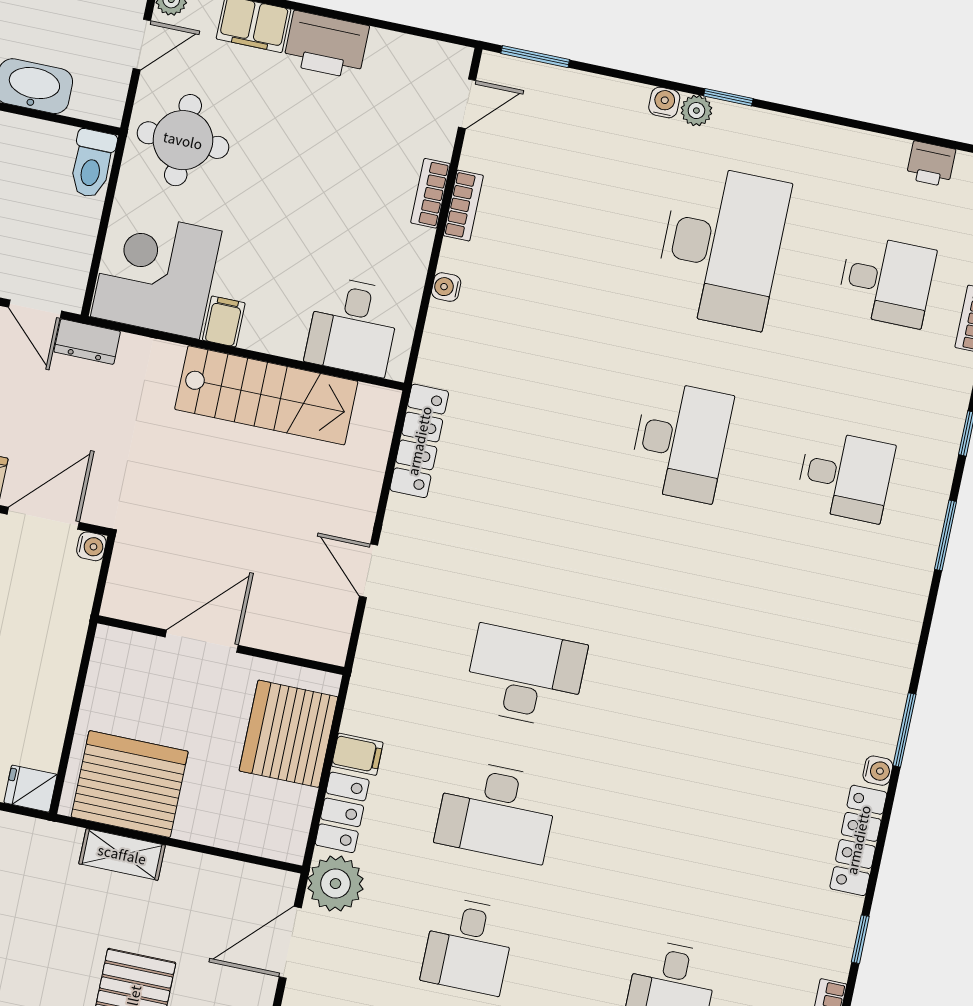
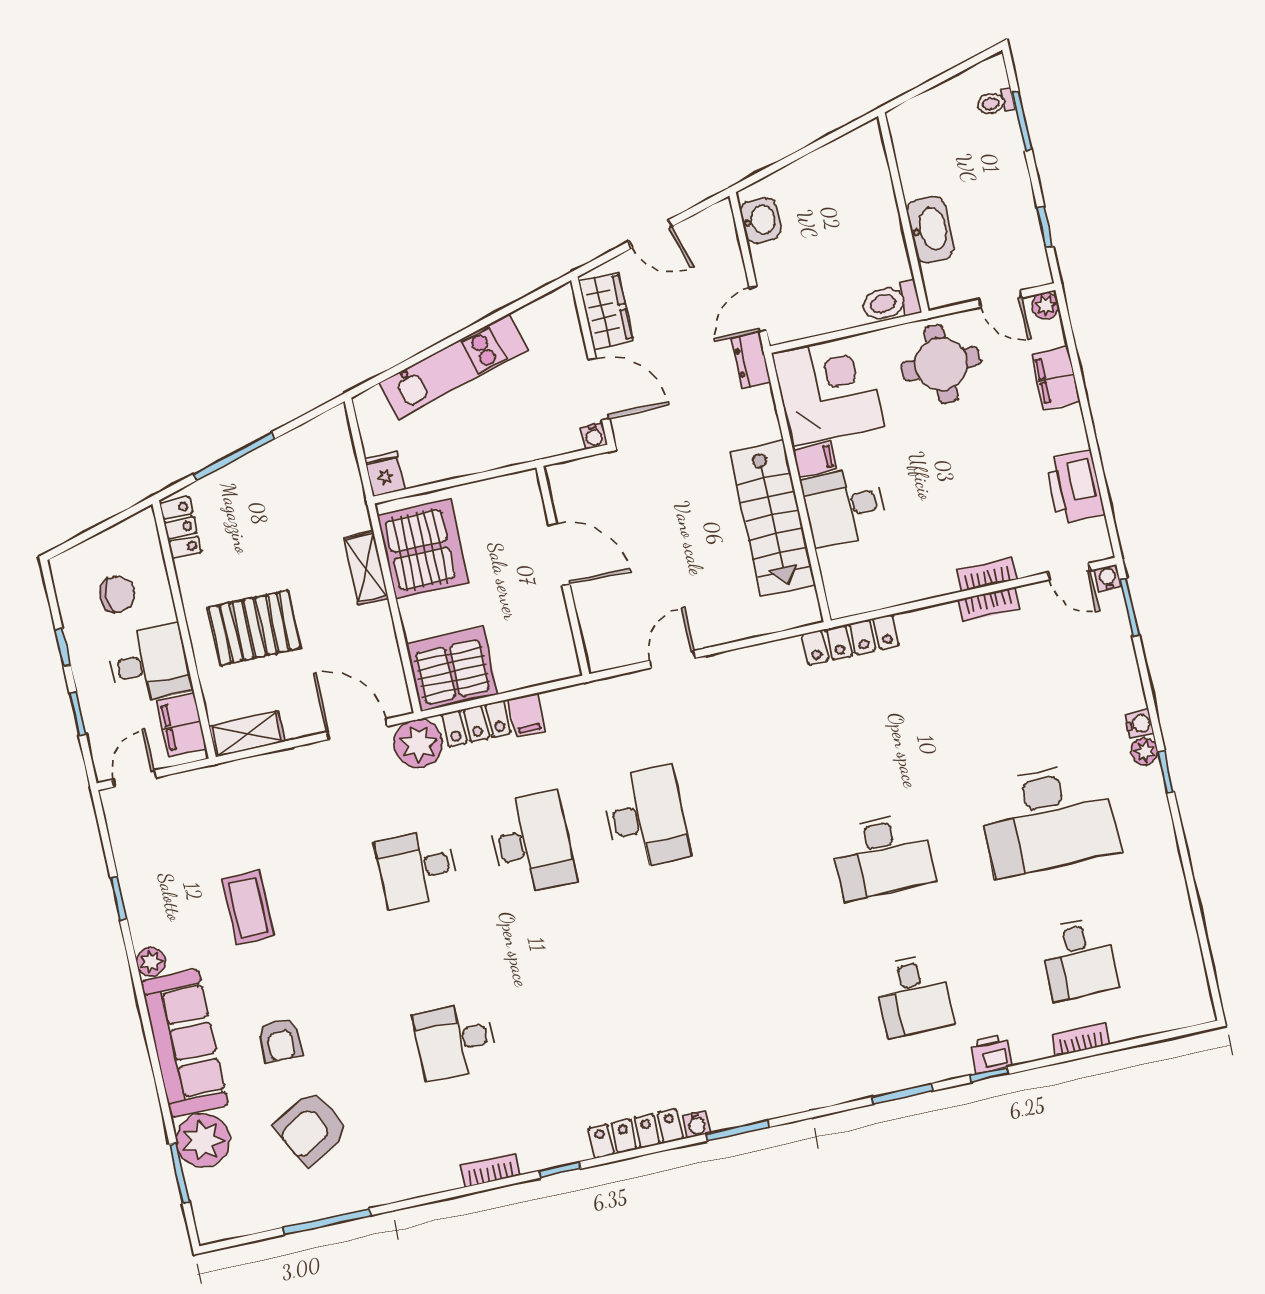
printer: (326, 45) -> (1075, 487), moved
printer: (931, 164) -> (991, 1054), moved, turned 90
water cooler: (446, 287) -> (1108, 578), moved
desk: (353, 327) -> (844, 507), moved
locker: (419, 441) -> (850, 640), moved
server rack: (288, 734) -> (452, 669), moved
desk: (497, 811) -> (531, 843), turned 180

